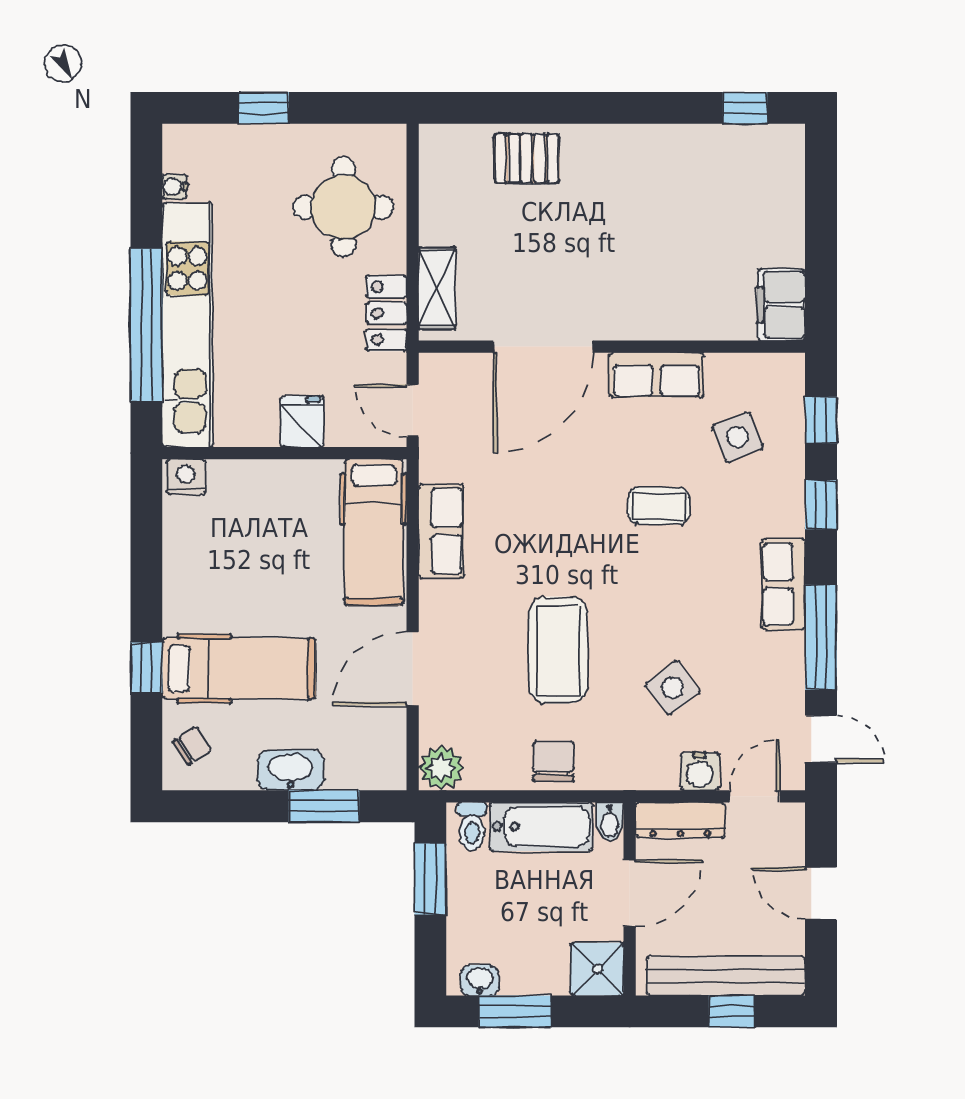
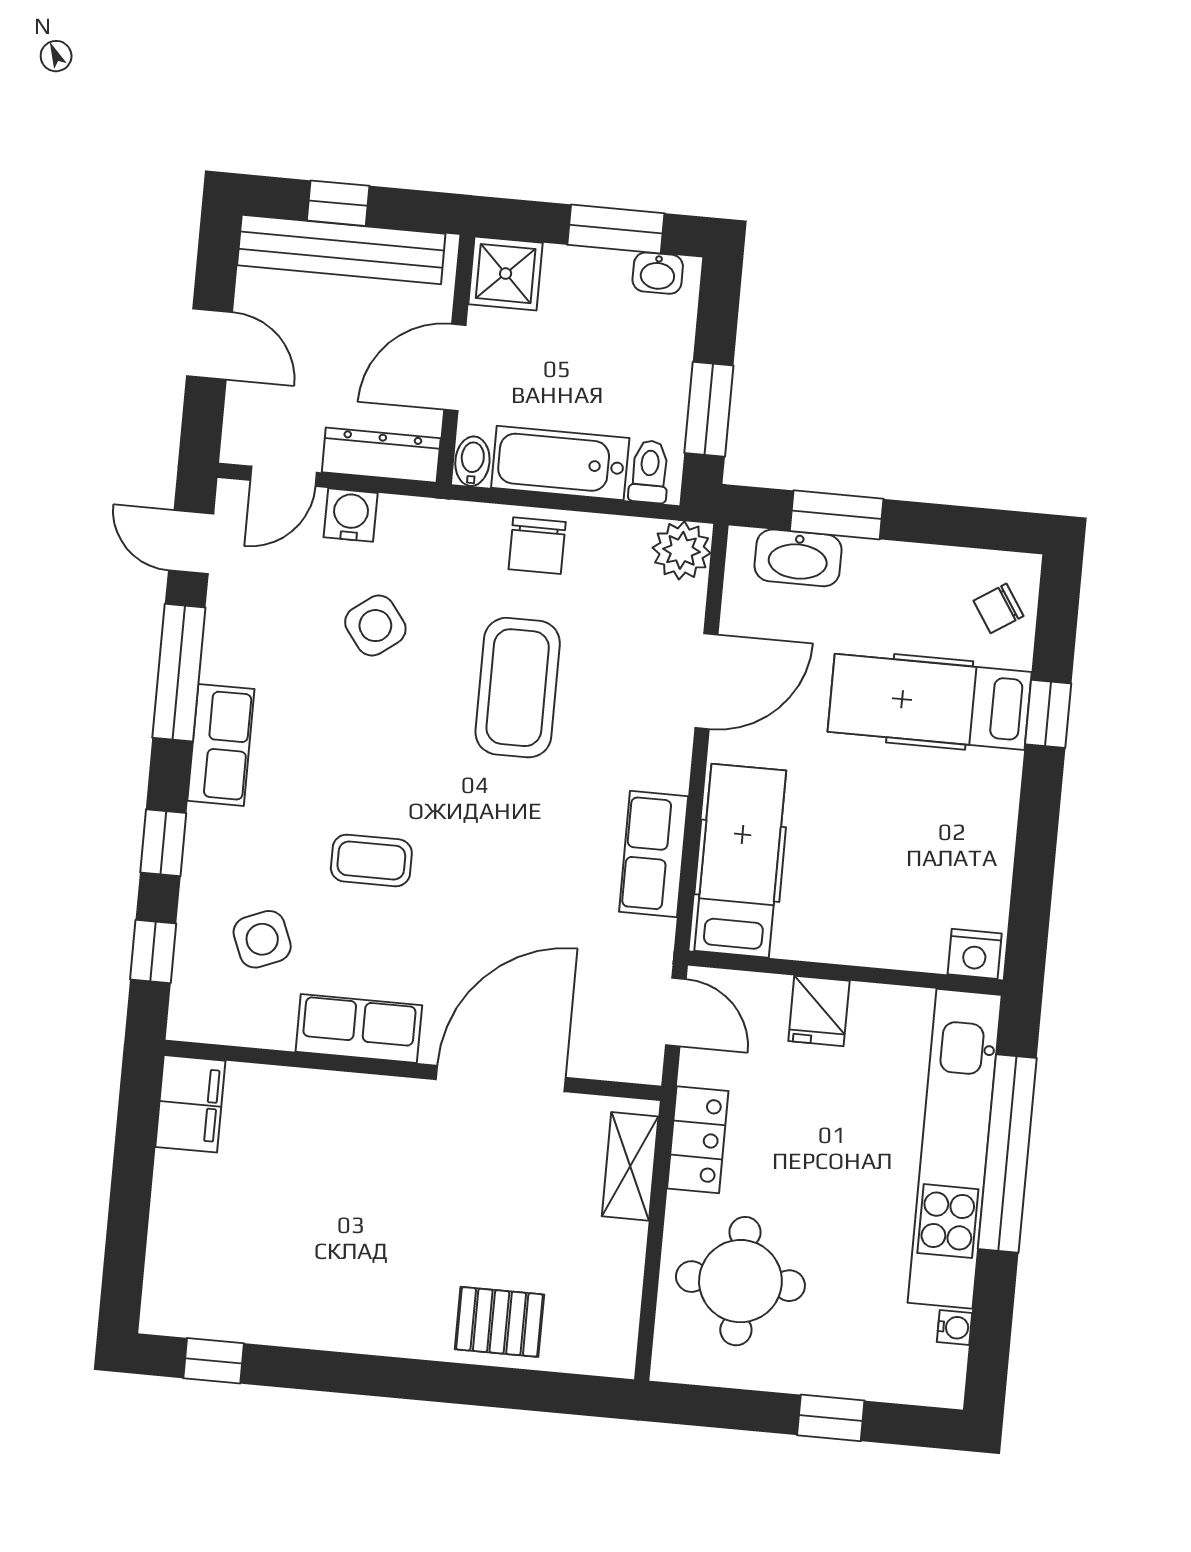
washbasin: (291, 770) -> (798, 558), moved

